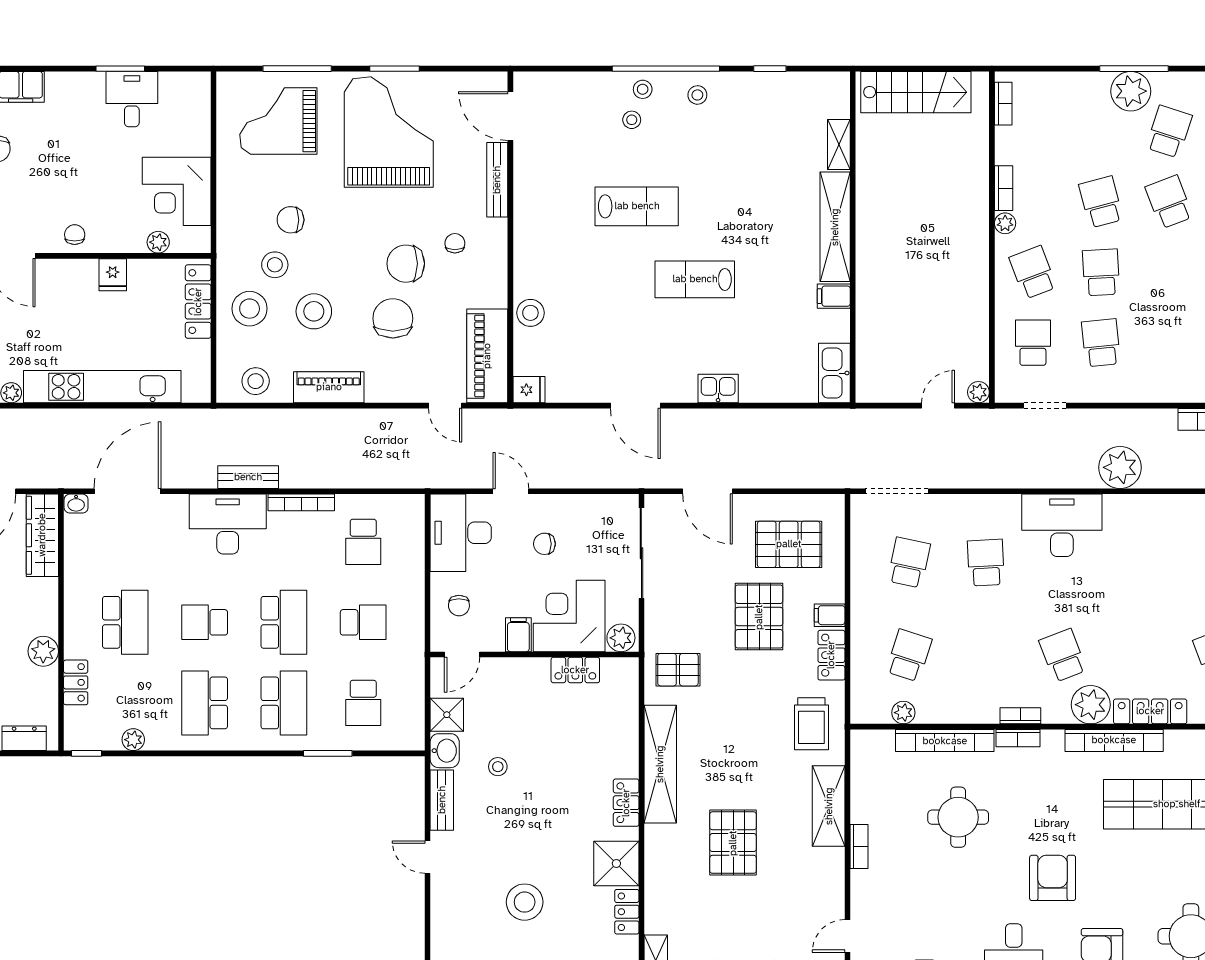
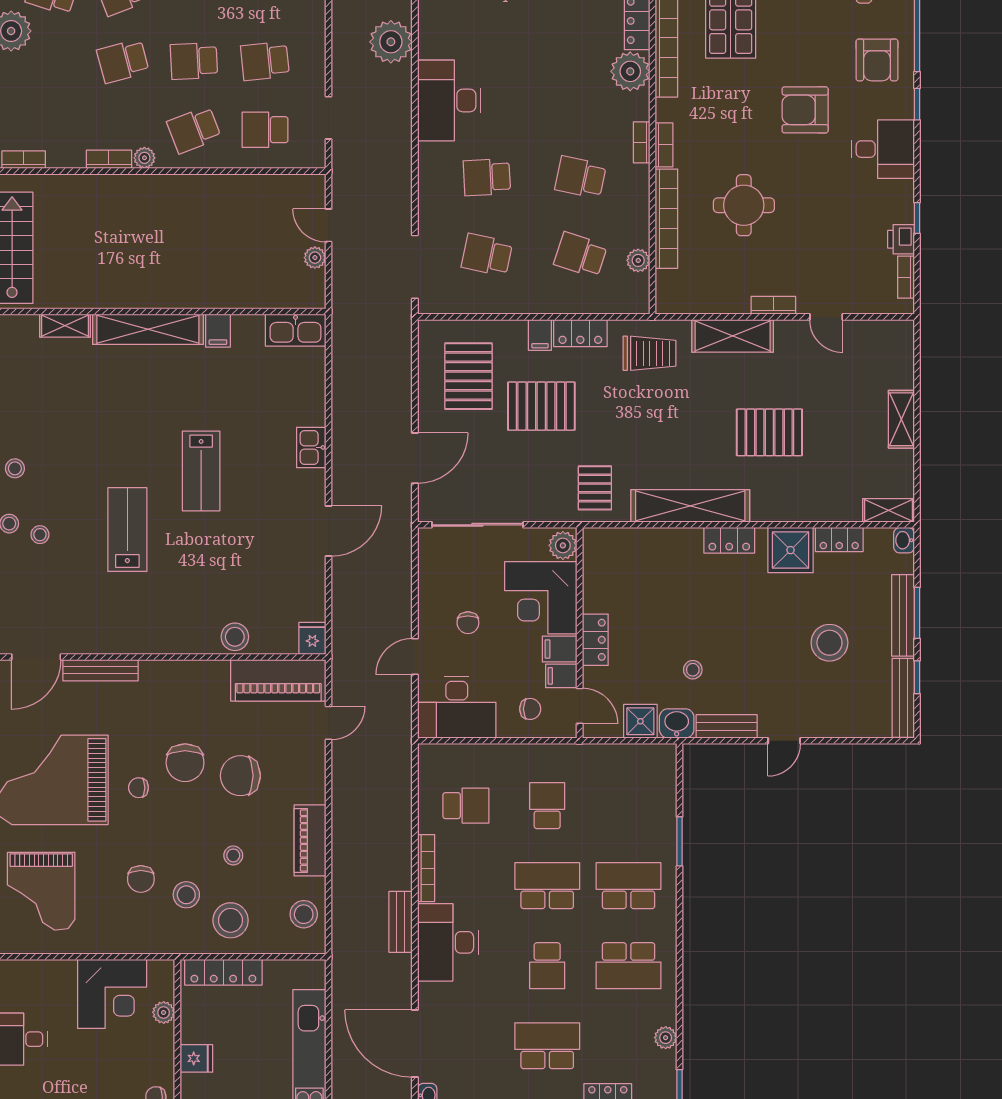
chair: (455, 243) -> (138, 788), moved
stool: (314, 311) -> (233, 855), width x0.53, depth x0.53
plant: (978, 392) -> (315, 258), moved
filing cabinet: (492, 636) -> (561, 676), added
school desk: (1063, 655) -> (580, 177), moved, turned 33
locker: (575, 670) -> (595, 640), moved
school desk: (363, 703) -> (628, 806), removed
door: (847, 936) -> (826, 317), moved

